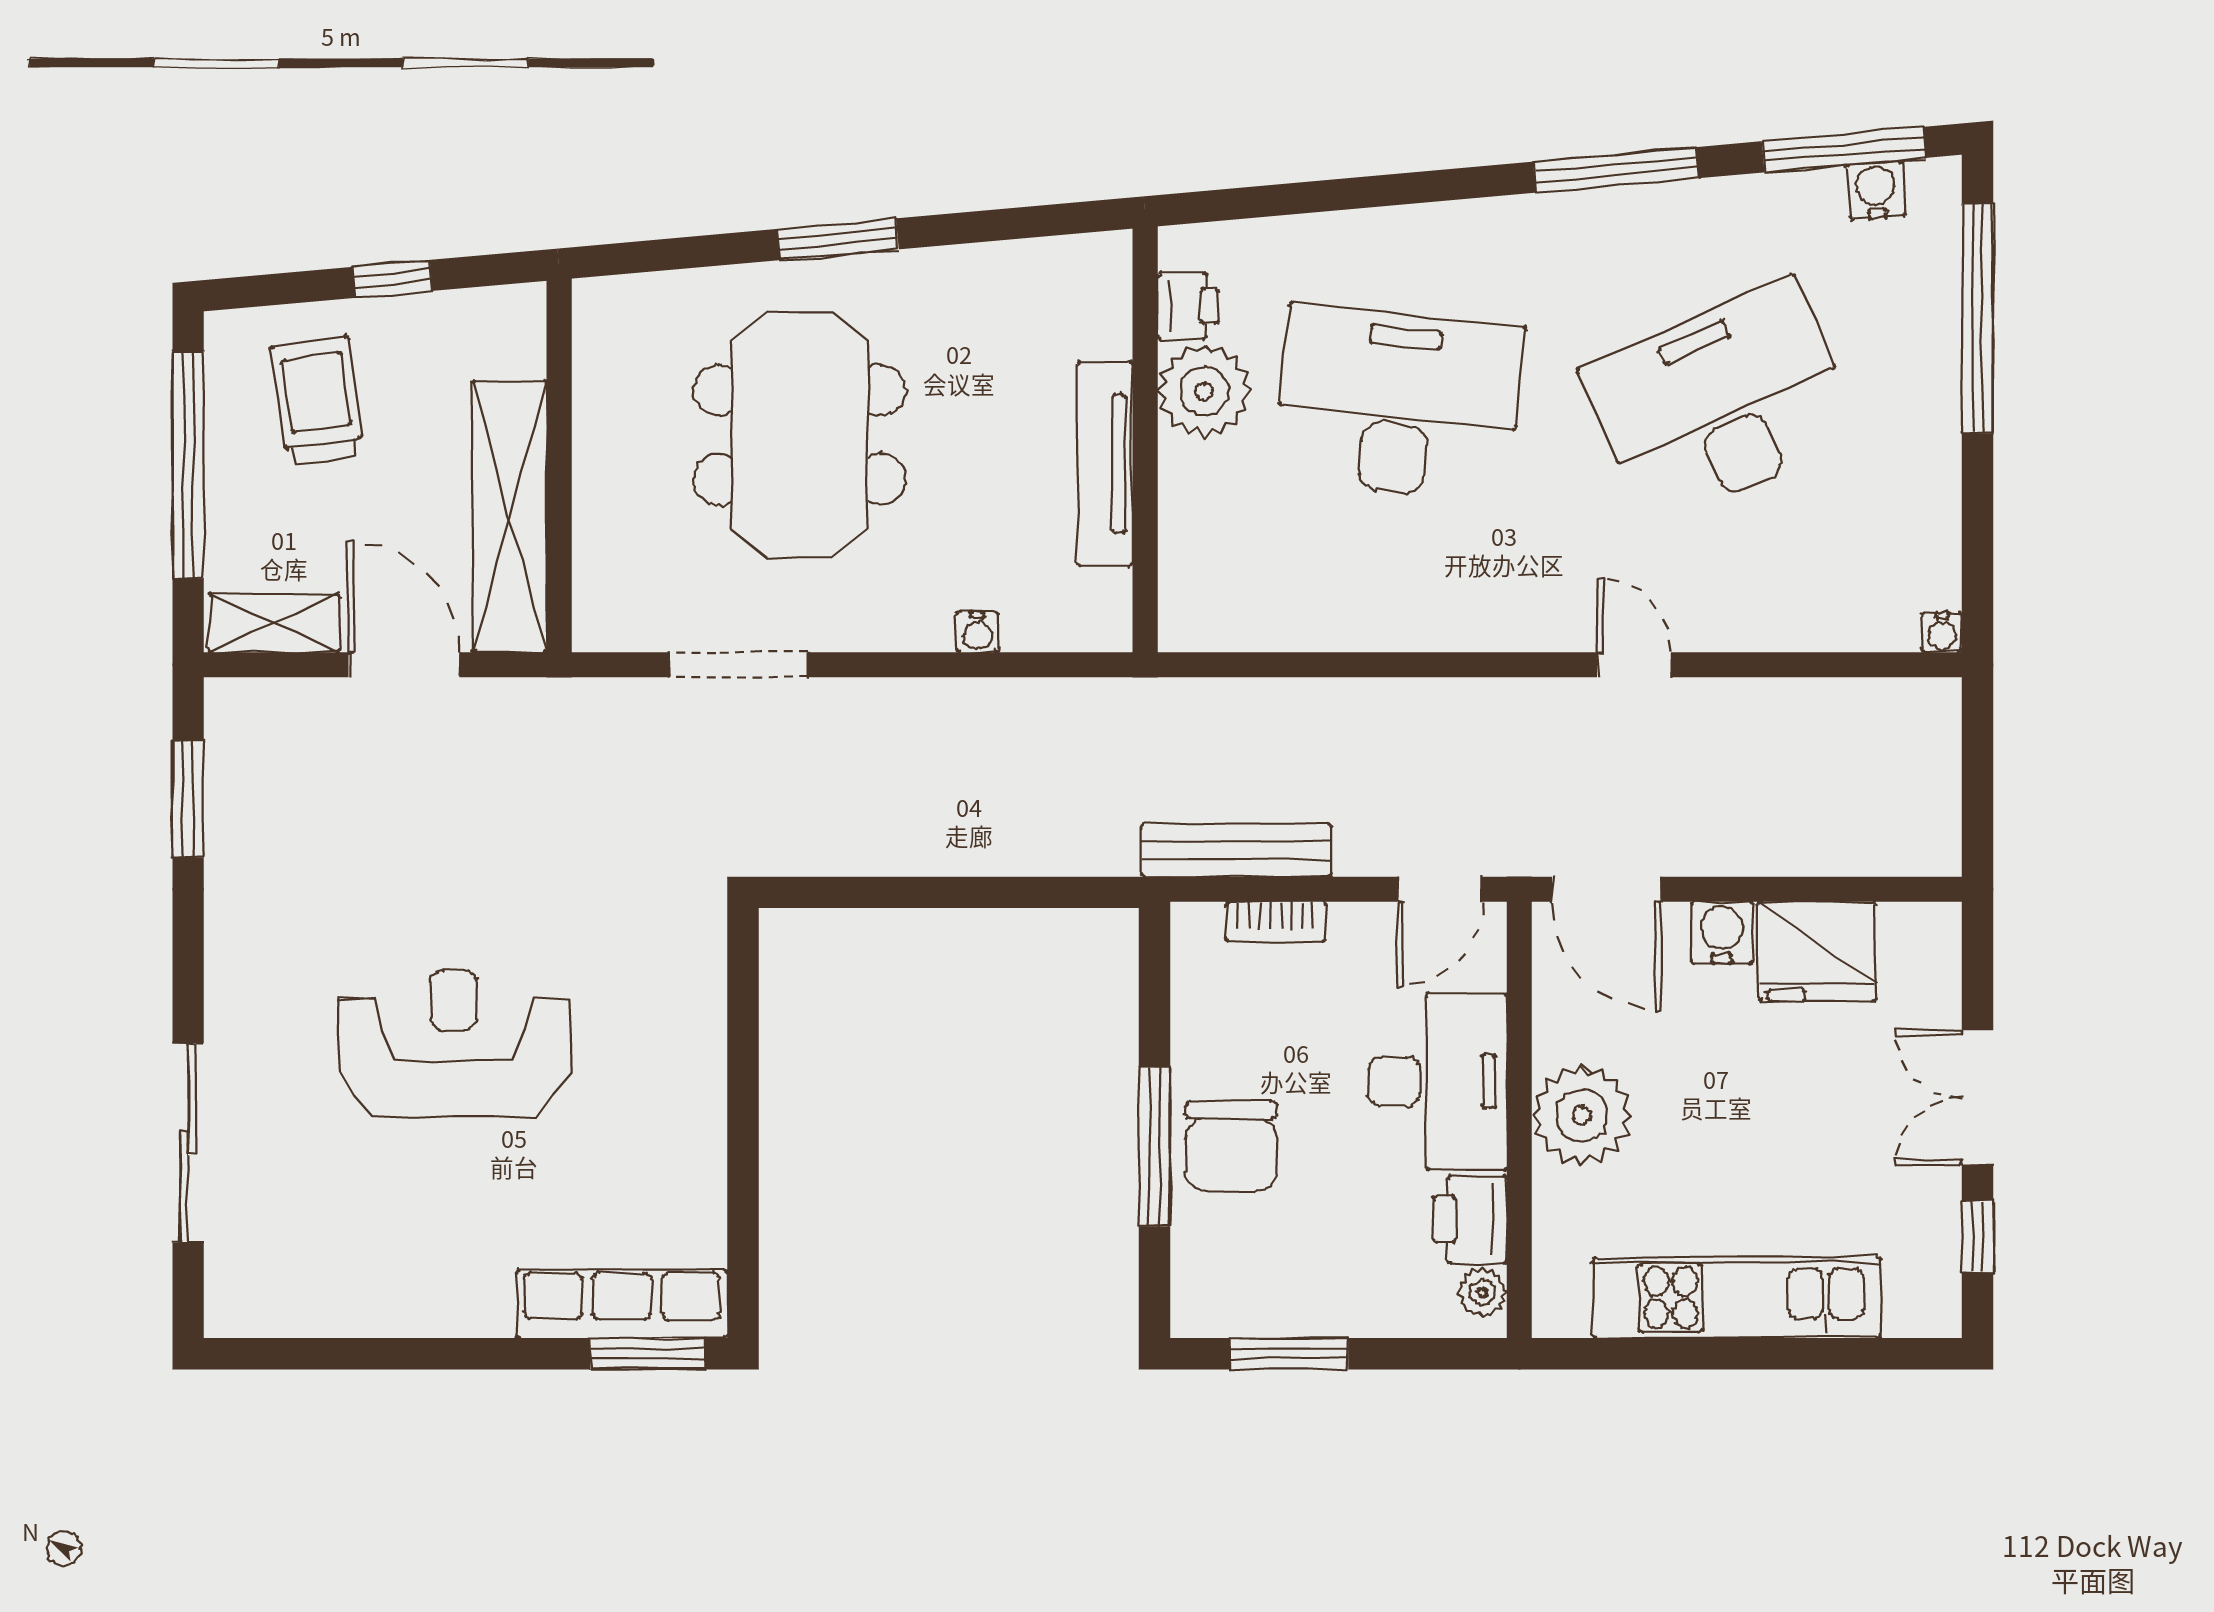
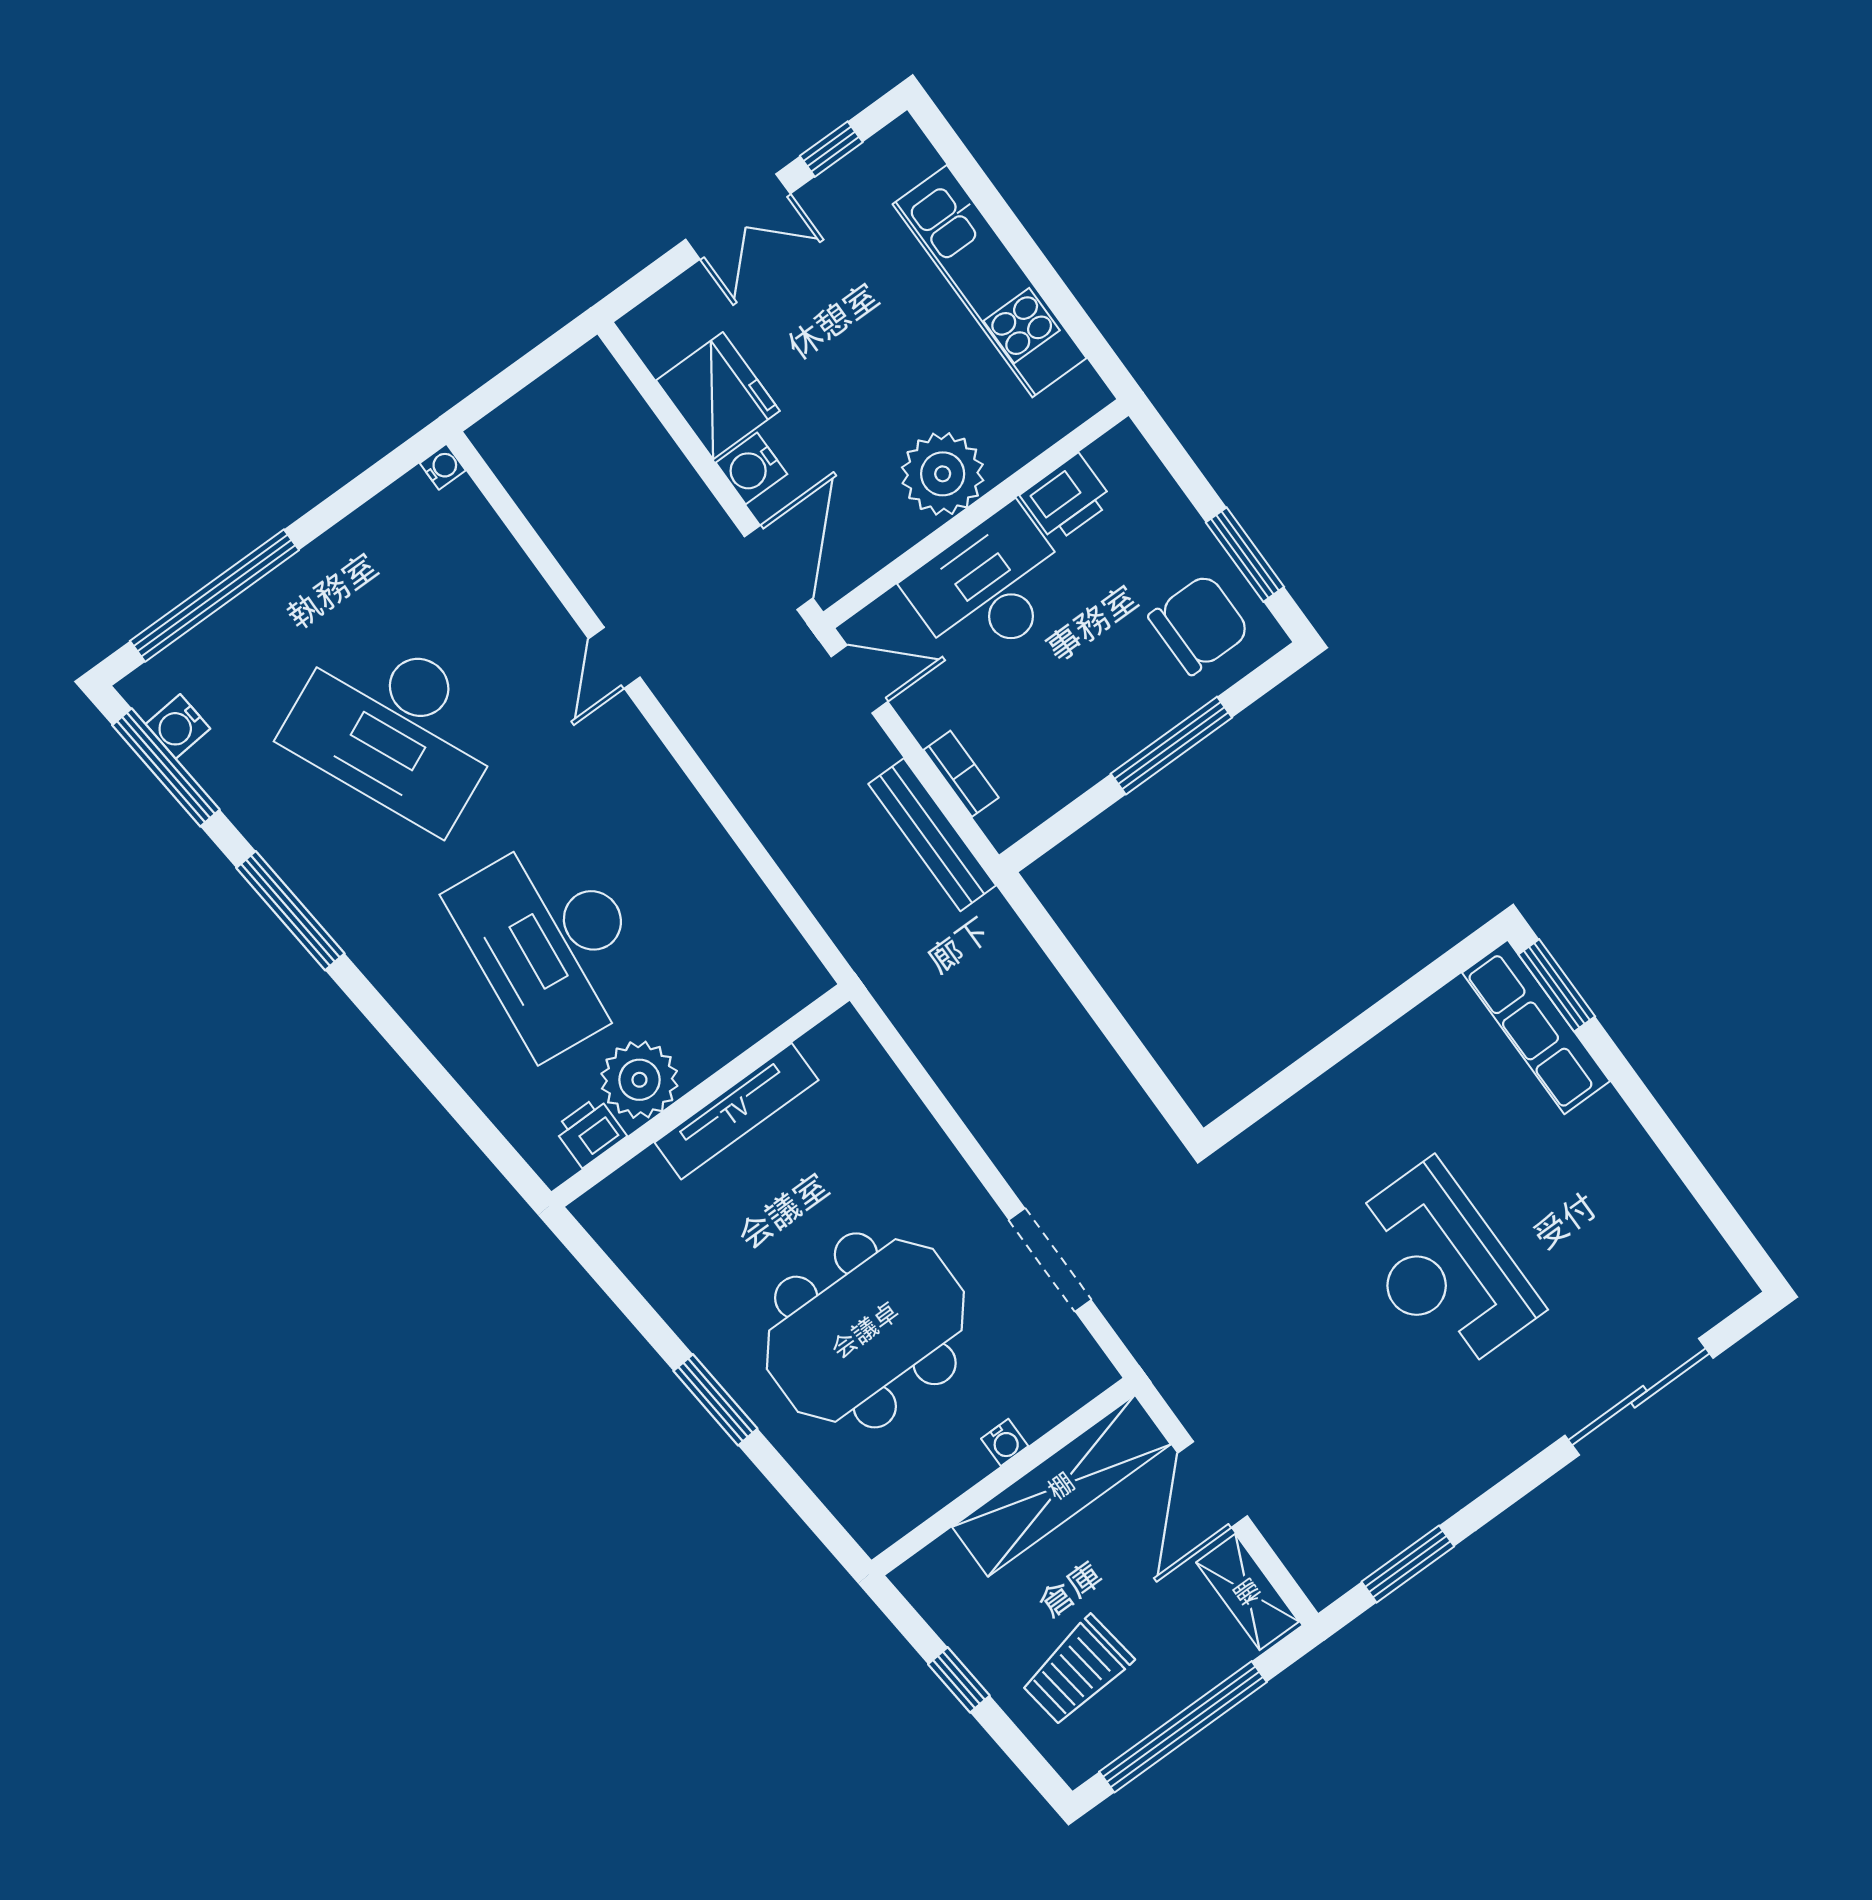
water cooler: (977, 632) -> (1005, 1442), moved, turned 90
chair: (1231, 1146) -> (1199, 624), moved
plant: (1483, 1293) -> (1110, 454), removed

